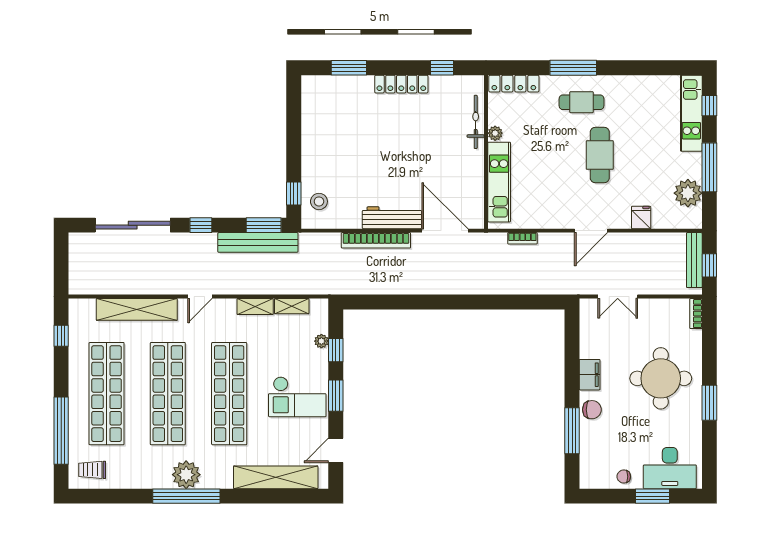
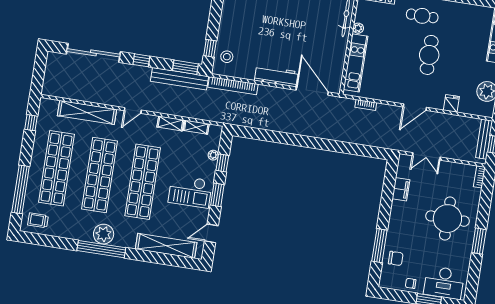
bookcase: (376, 240) -> (233, 86), moved
filing cabinet: (590, 375) -> (401, 189), moved
chair: (592, 410) -> (396, 258), moved

